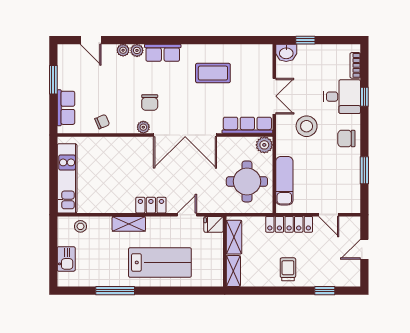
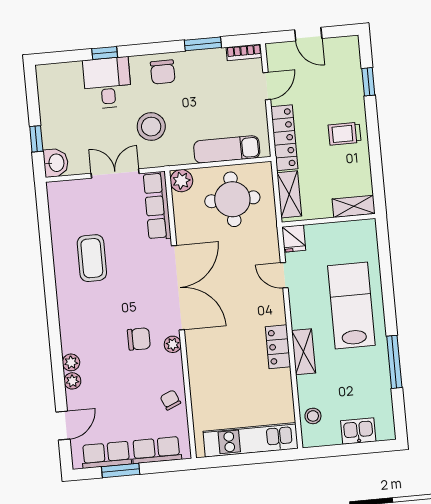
row of seats: (163, 53) -> (106, 455), moved, turned -90
bookcase: (355, 65) -> (244, 52), moved
locker: (151, 205) -> (278, 347), moved
shelving: (234, 237) -> (289, 194), moved, turned 90

